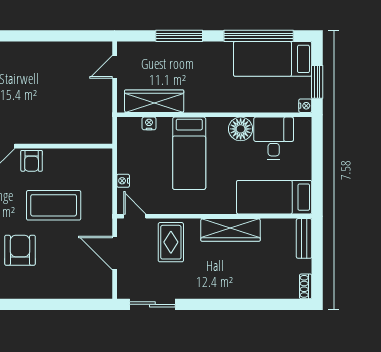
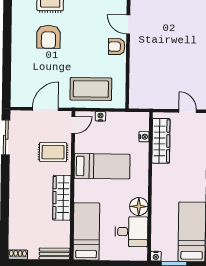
bed: (189, 153) -> (102, 166), moved, turned 180
coffee table: (54, 205) -> (91, 89), moved, turned 90
armchair: (20, 250) -> (49, 37), turned 90

